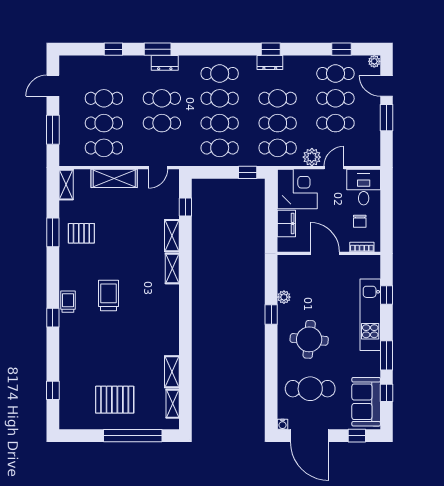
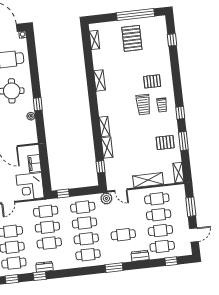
window: (113, 49) -> (171, 261), moved
window: (158, 49) -> (114, 268), moved
window: (271, 49) -> (40, 276), moved
dresser: (165, 63) -> (140, 256), moved
dresser: (270, 63) -> (44, 267), moved
cafe table: (162, 123) -> (162, 246), moved
plant: (312, 157) -> (106, 198), moved
door: (158, 168) -> (121, 190), swing flipped
trolley: (68, 302) -> (162, 105), moved
window: (53, 318) -> (180, 113), moved
pallet: (91, 330) -> (152, 81), added
shelving: (172, 372) -> (99, 80), moved
pallet: (115, 400) -> (132, 38), turned 90
window: (133, 436) -> (136, 15), moved

